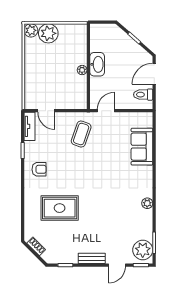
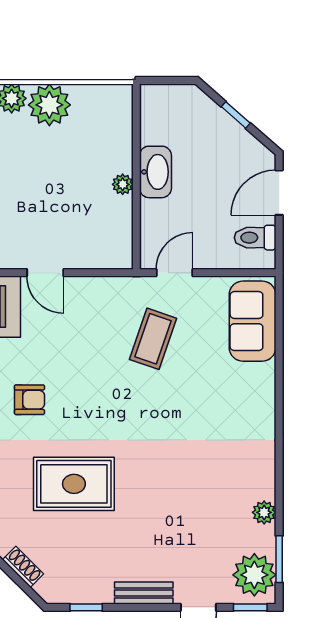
coffee table: (81, 134) -> (153, 339), moved
sofa: (142, 147) -> (253, 321), moved
plant: (147, 203) -> (264, 512), moved

